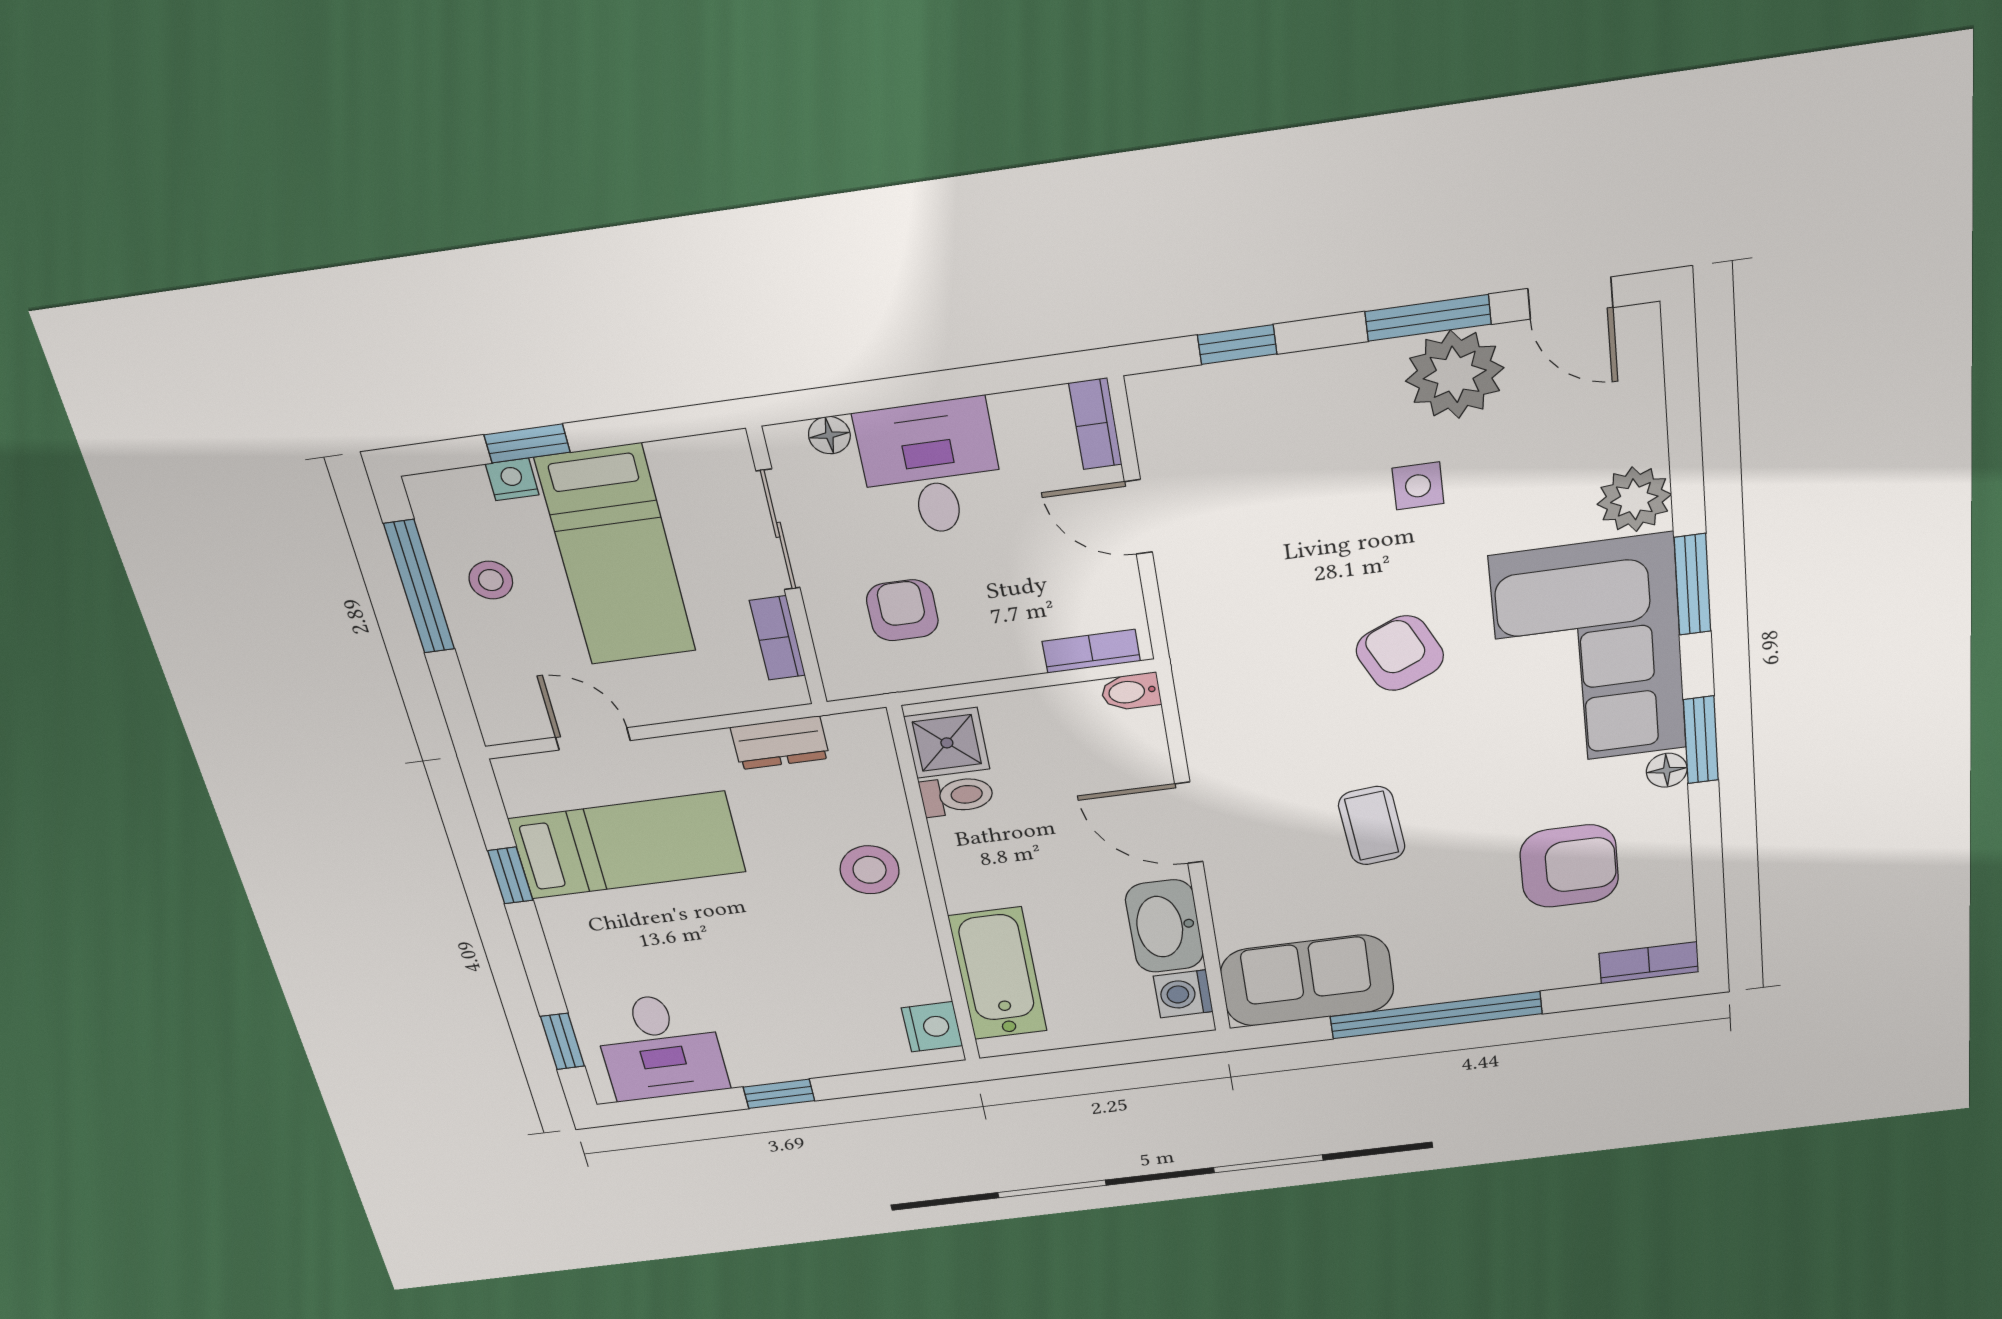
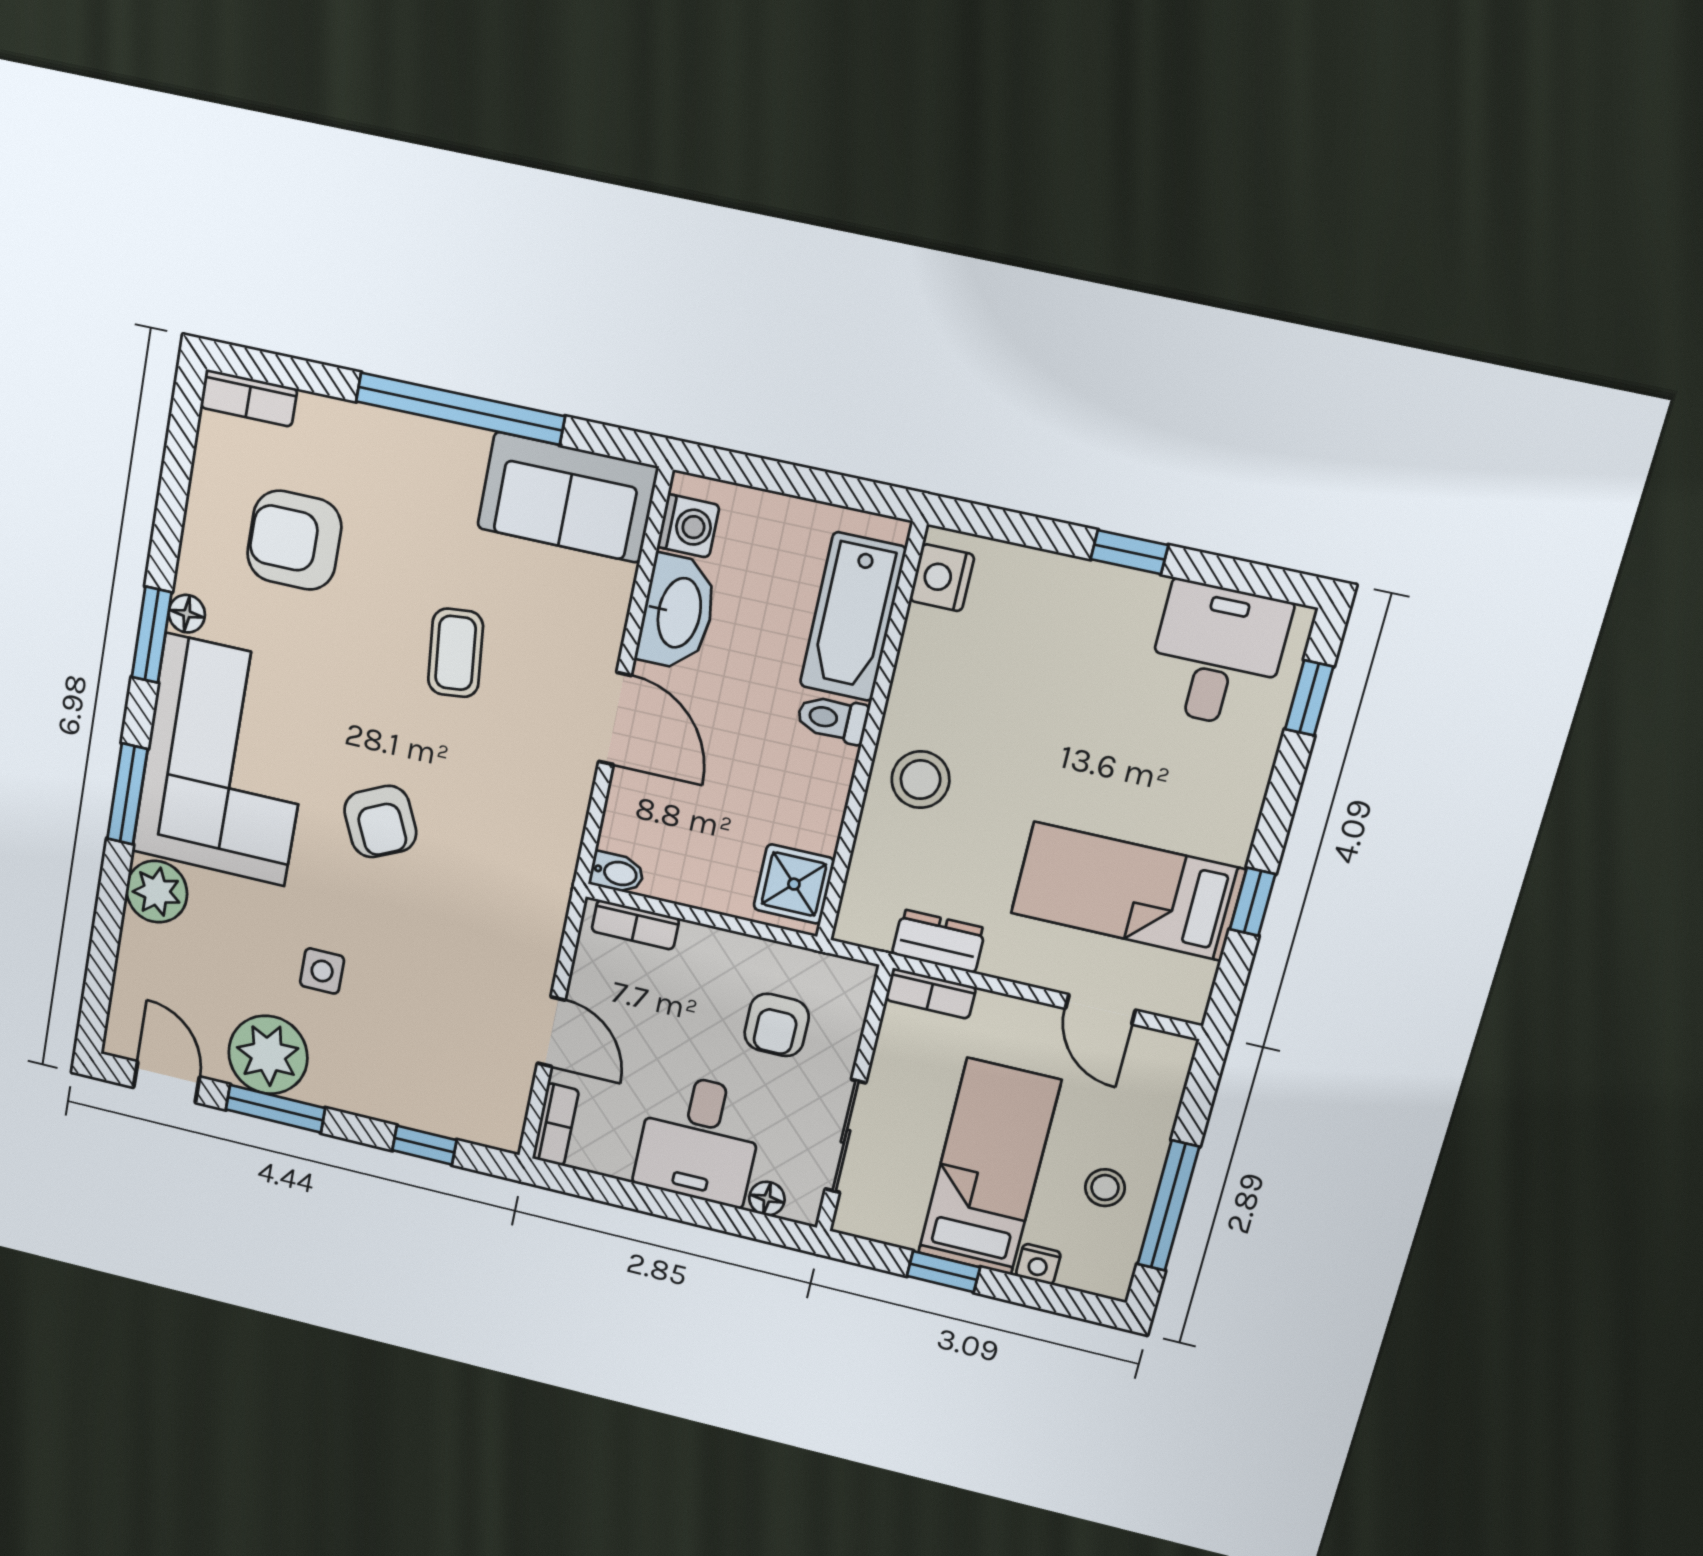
window: (527, 444) -> (943, 1272), moved
bookcase: (777, 638) -> (931, 994), moved, turned 90
toilet: (957, 796) -> (833, 719), moved

